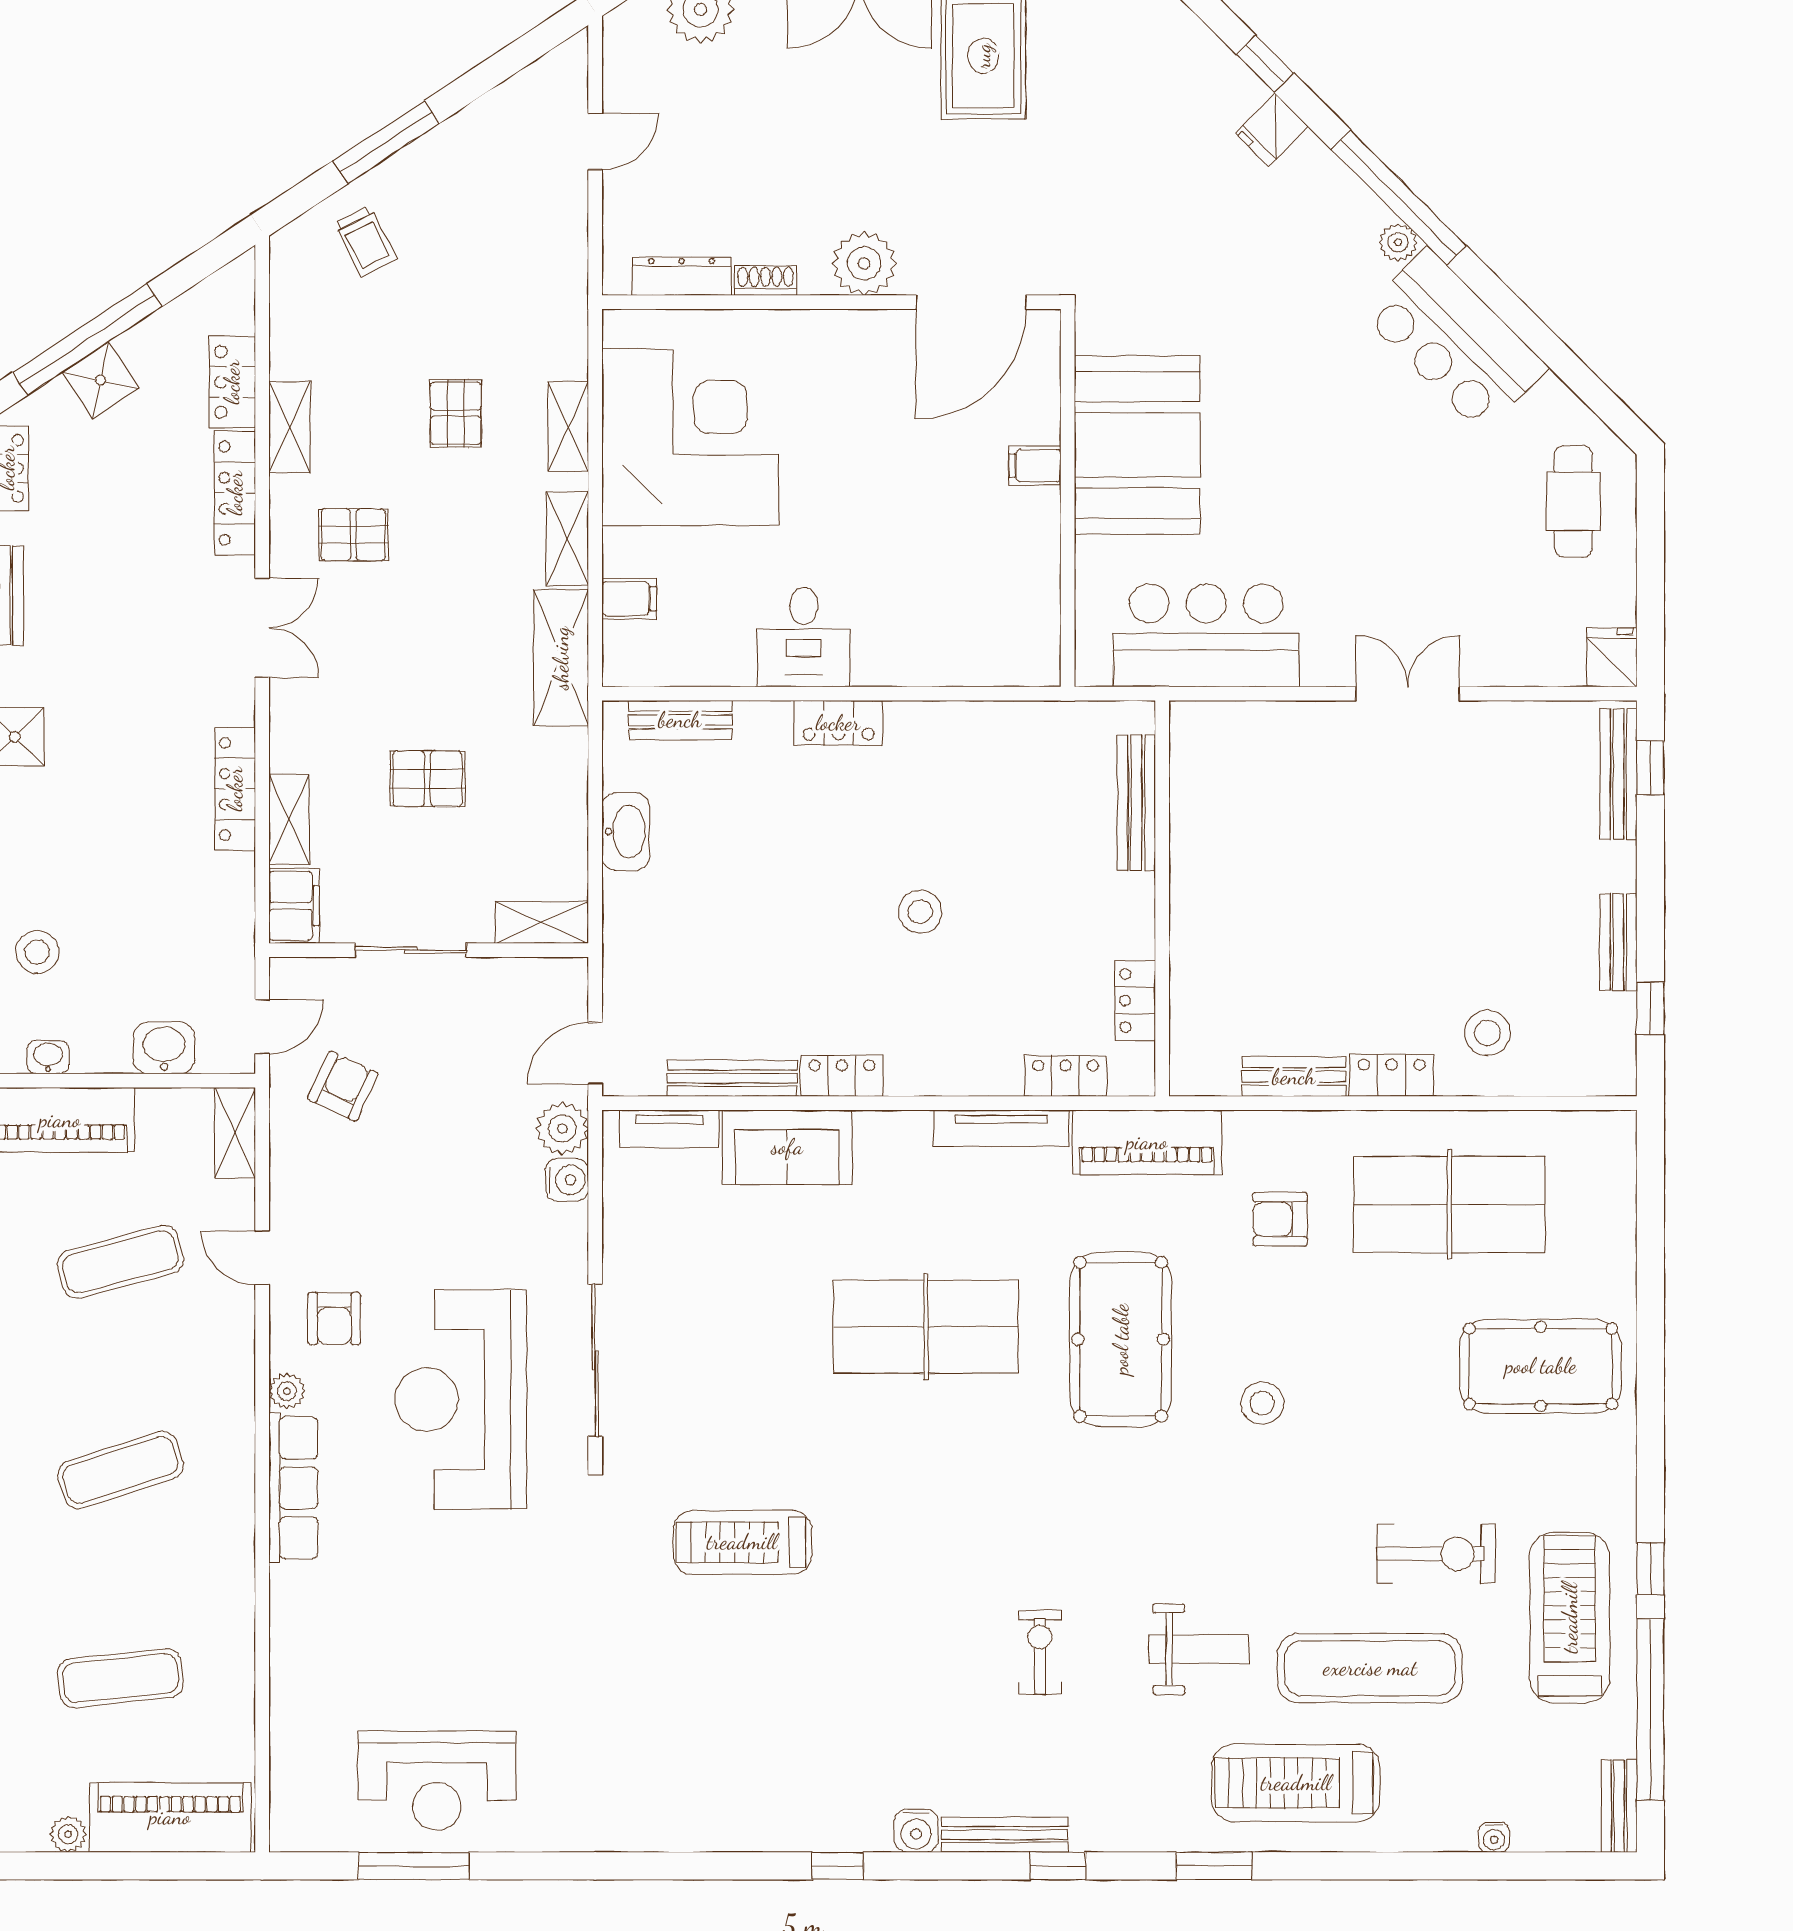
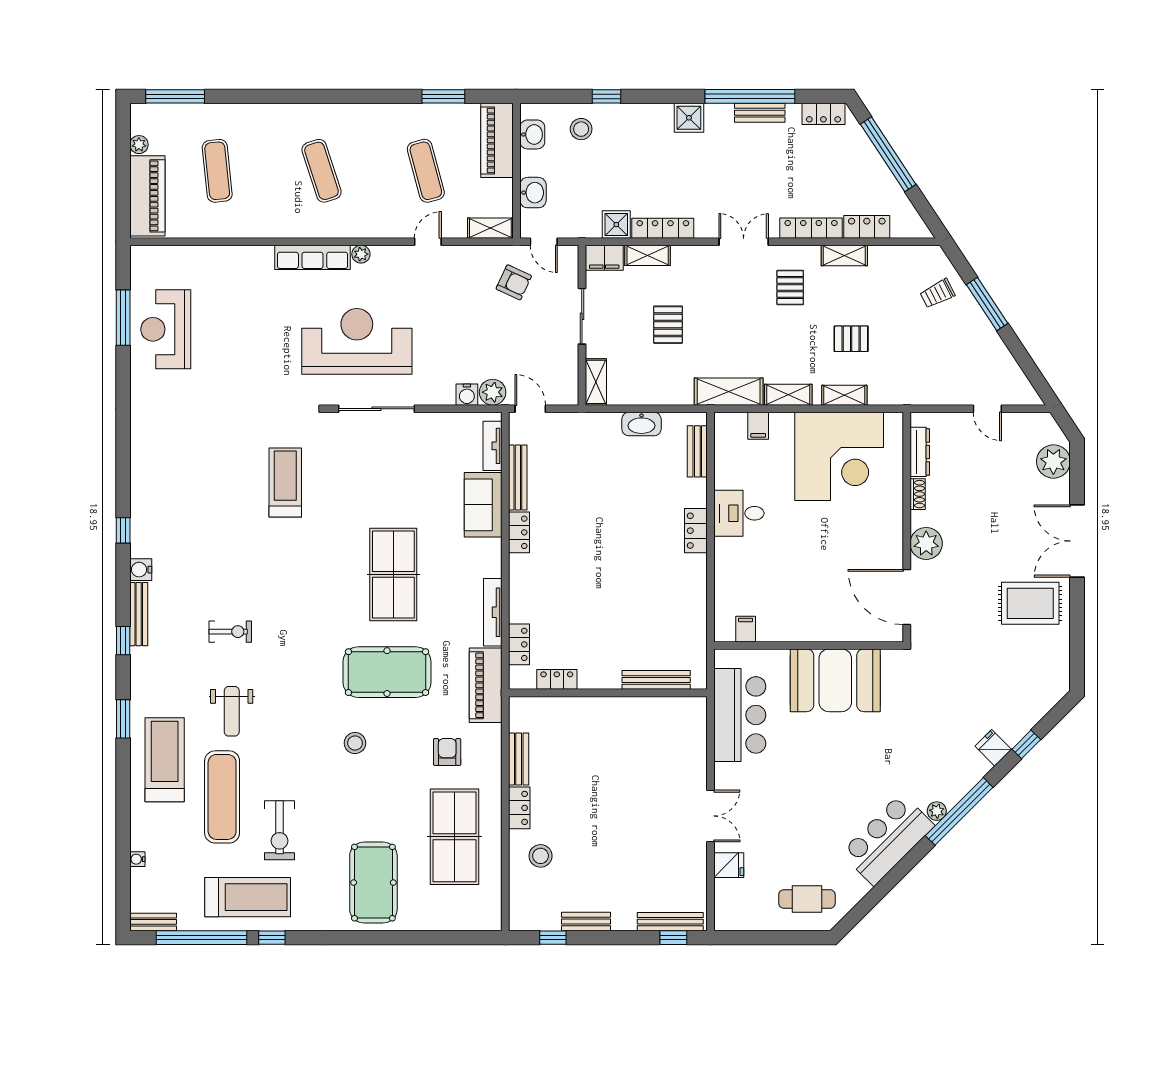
shower: (100, 380) -> (616, 225), moved, turned 33
filing cabinet: (1035, 466) -> (746, 629), moved
double door: (262, 628) -> (744, 242), swing flipped
fridge: (1612, 657) -> (729, 865), moved
stool: (920, 912) -> (601, 572), removed
washbasin: (48, 1057) -> (532, 134), width x1.38, depth x1.45
armchair: (334, 1319) -> (397, 278), removed

